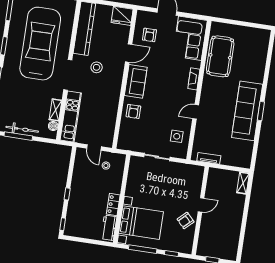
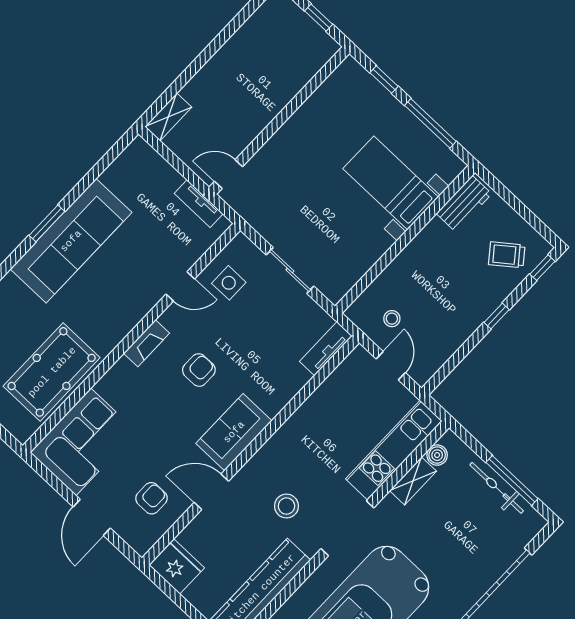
fireplace: (194, 79) -> (147, 343), moved
armchair: (133, 111) -> (199, 370), moved
door: (196, 112) -> (180, 286), moved
tv unit: (123, 137) -> (326, 349), added
locker: (113, 205) -> (427, 240), removed
door: (201, 205) -> (229, 174), moved
trolley: (79, 220) -> (507, 255), added
armchair: (186, 221) -> (318, 121), removed
bed with nightstands: (141, 223) -> (391, 183), width x0.73

